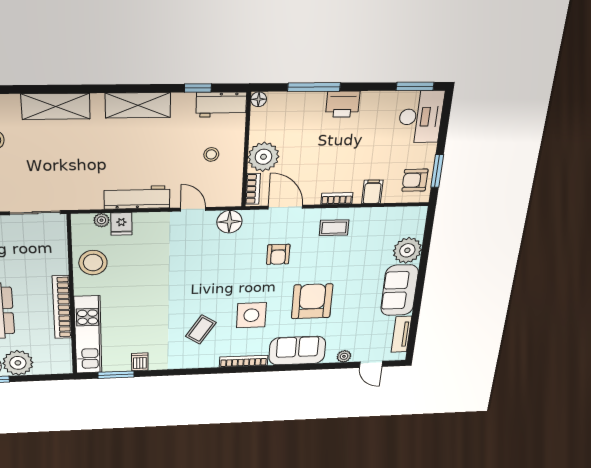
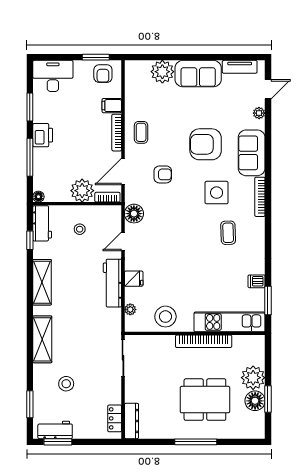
window: (415, 86) -> (30, 107), moved
bookcase: (337, 199) -> (117, 133), width x1.56
fridge: (121, 224) -> (134, 279), moved
coffee table: (201, 329) -> (228, 233), turned 55

